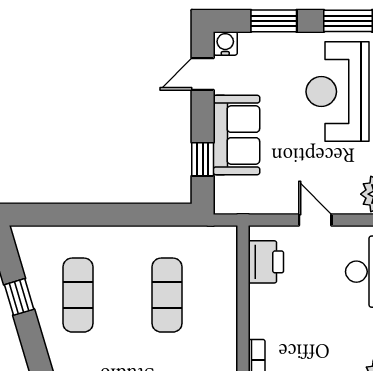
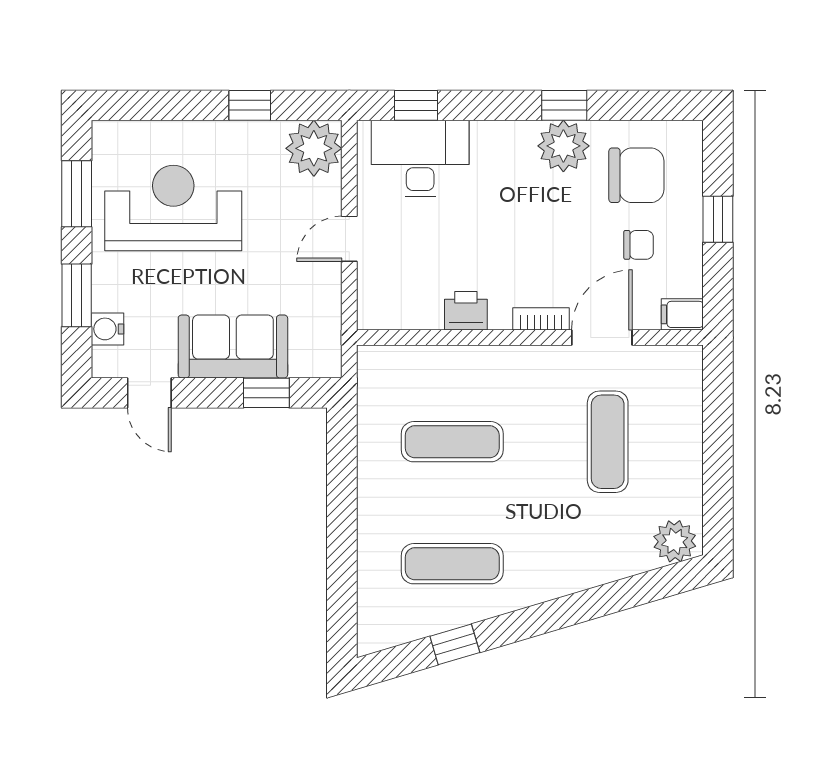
water cooler: (225, 43) -> (108, 329), moved
reception desk: (338, 92) -> (173, 208), turned 180
printer: (266, 262) -> (466, 311), moved, width x0.73, depth x0.81

